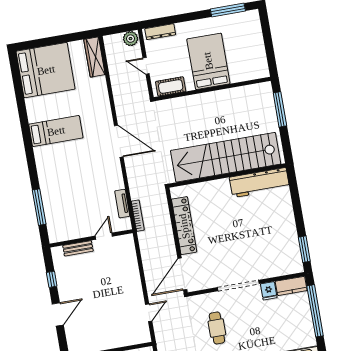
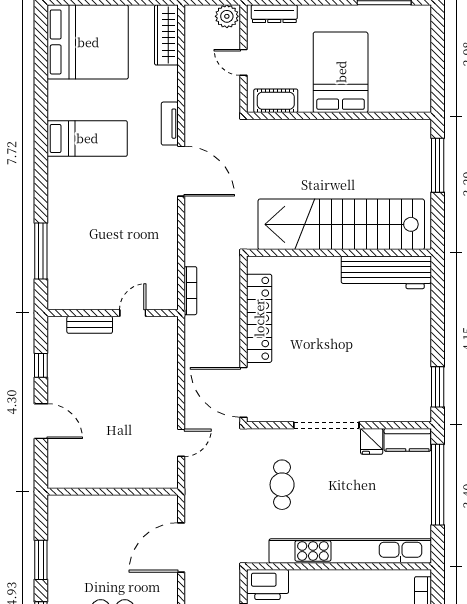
tv unit: (122, 204) -> (170, 124), moved
door: (182, 274) -> (243, 392), hinge flipped
door: (58, 314) -> (41, 421), hinge flipped

